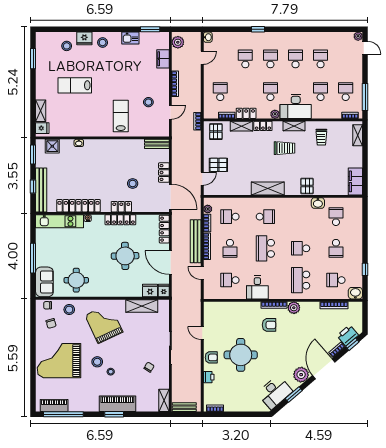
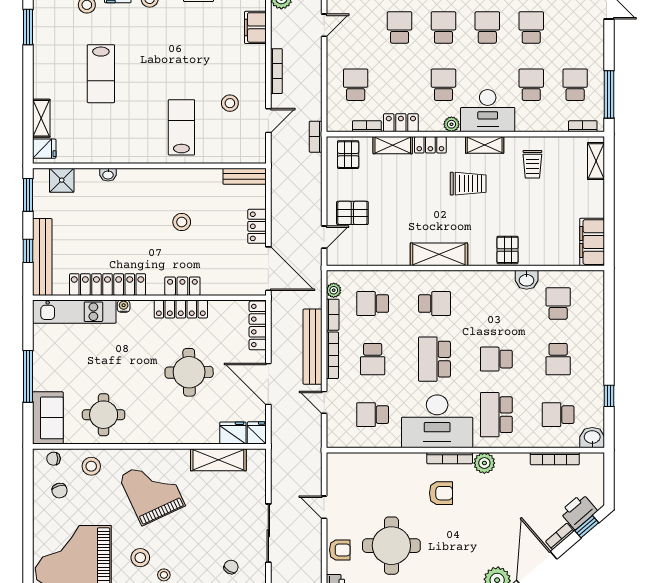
lab bench: (75, 85) -> (101, 74), turned -90
stool: (133, 184) -> (182, 222), moved
desk: (257, 287) -> (437, 421), width x1.87, depth x1.30

